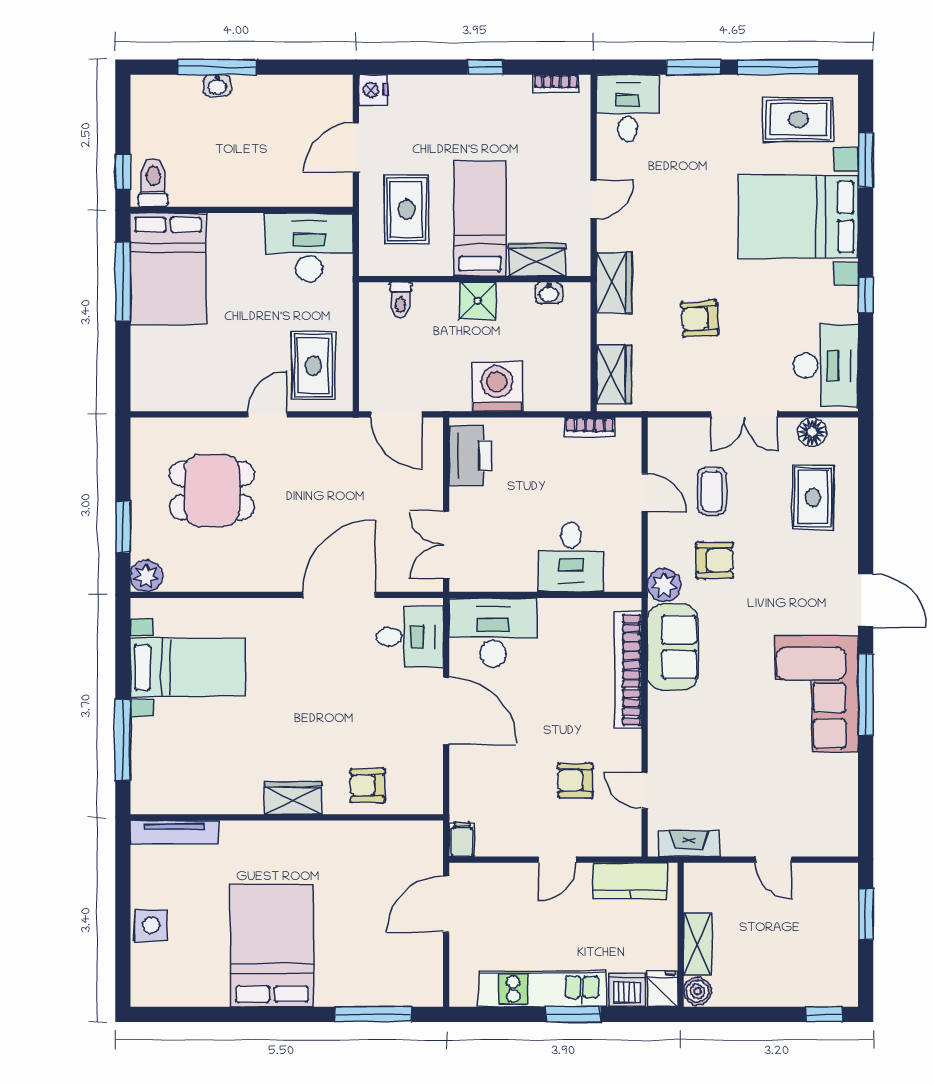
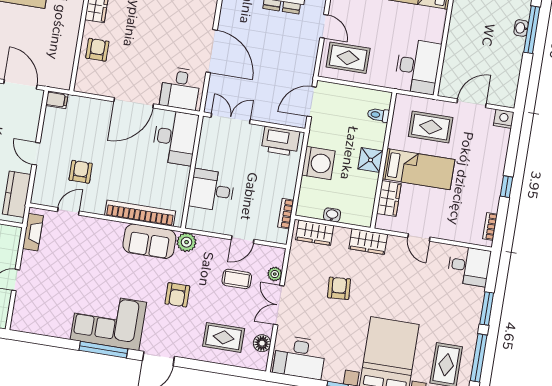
door: (356, 148) -> (472, 103), hinge flipped
washbasin: (549, 293) -> (332, 215), moved, turned 90
plant: (693, 429) -> (275, 274), added
armchair: (714, 560) -> (177, 295), moved

